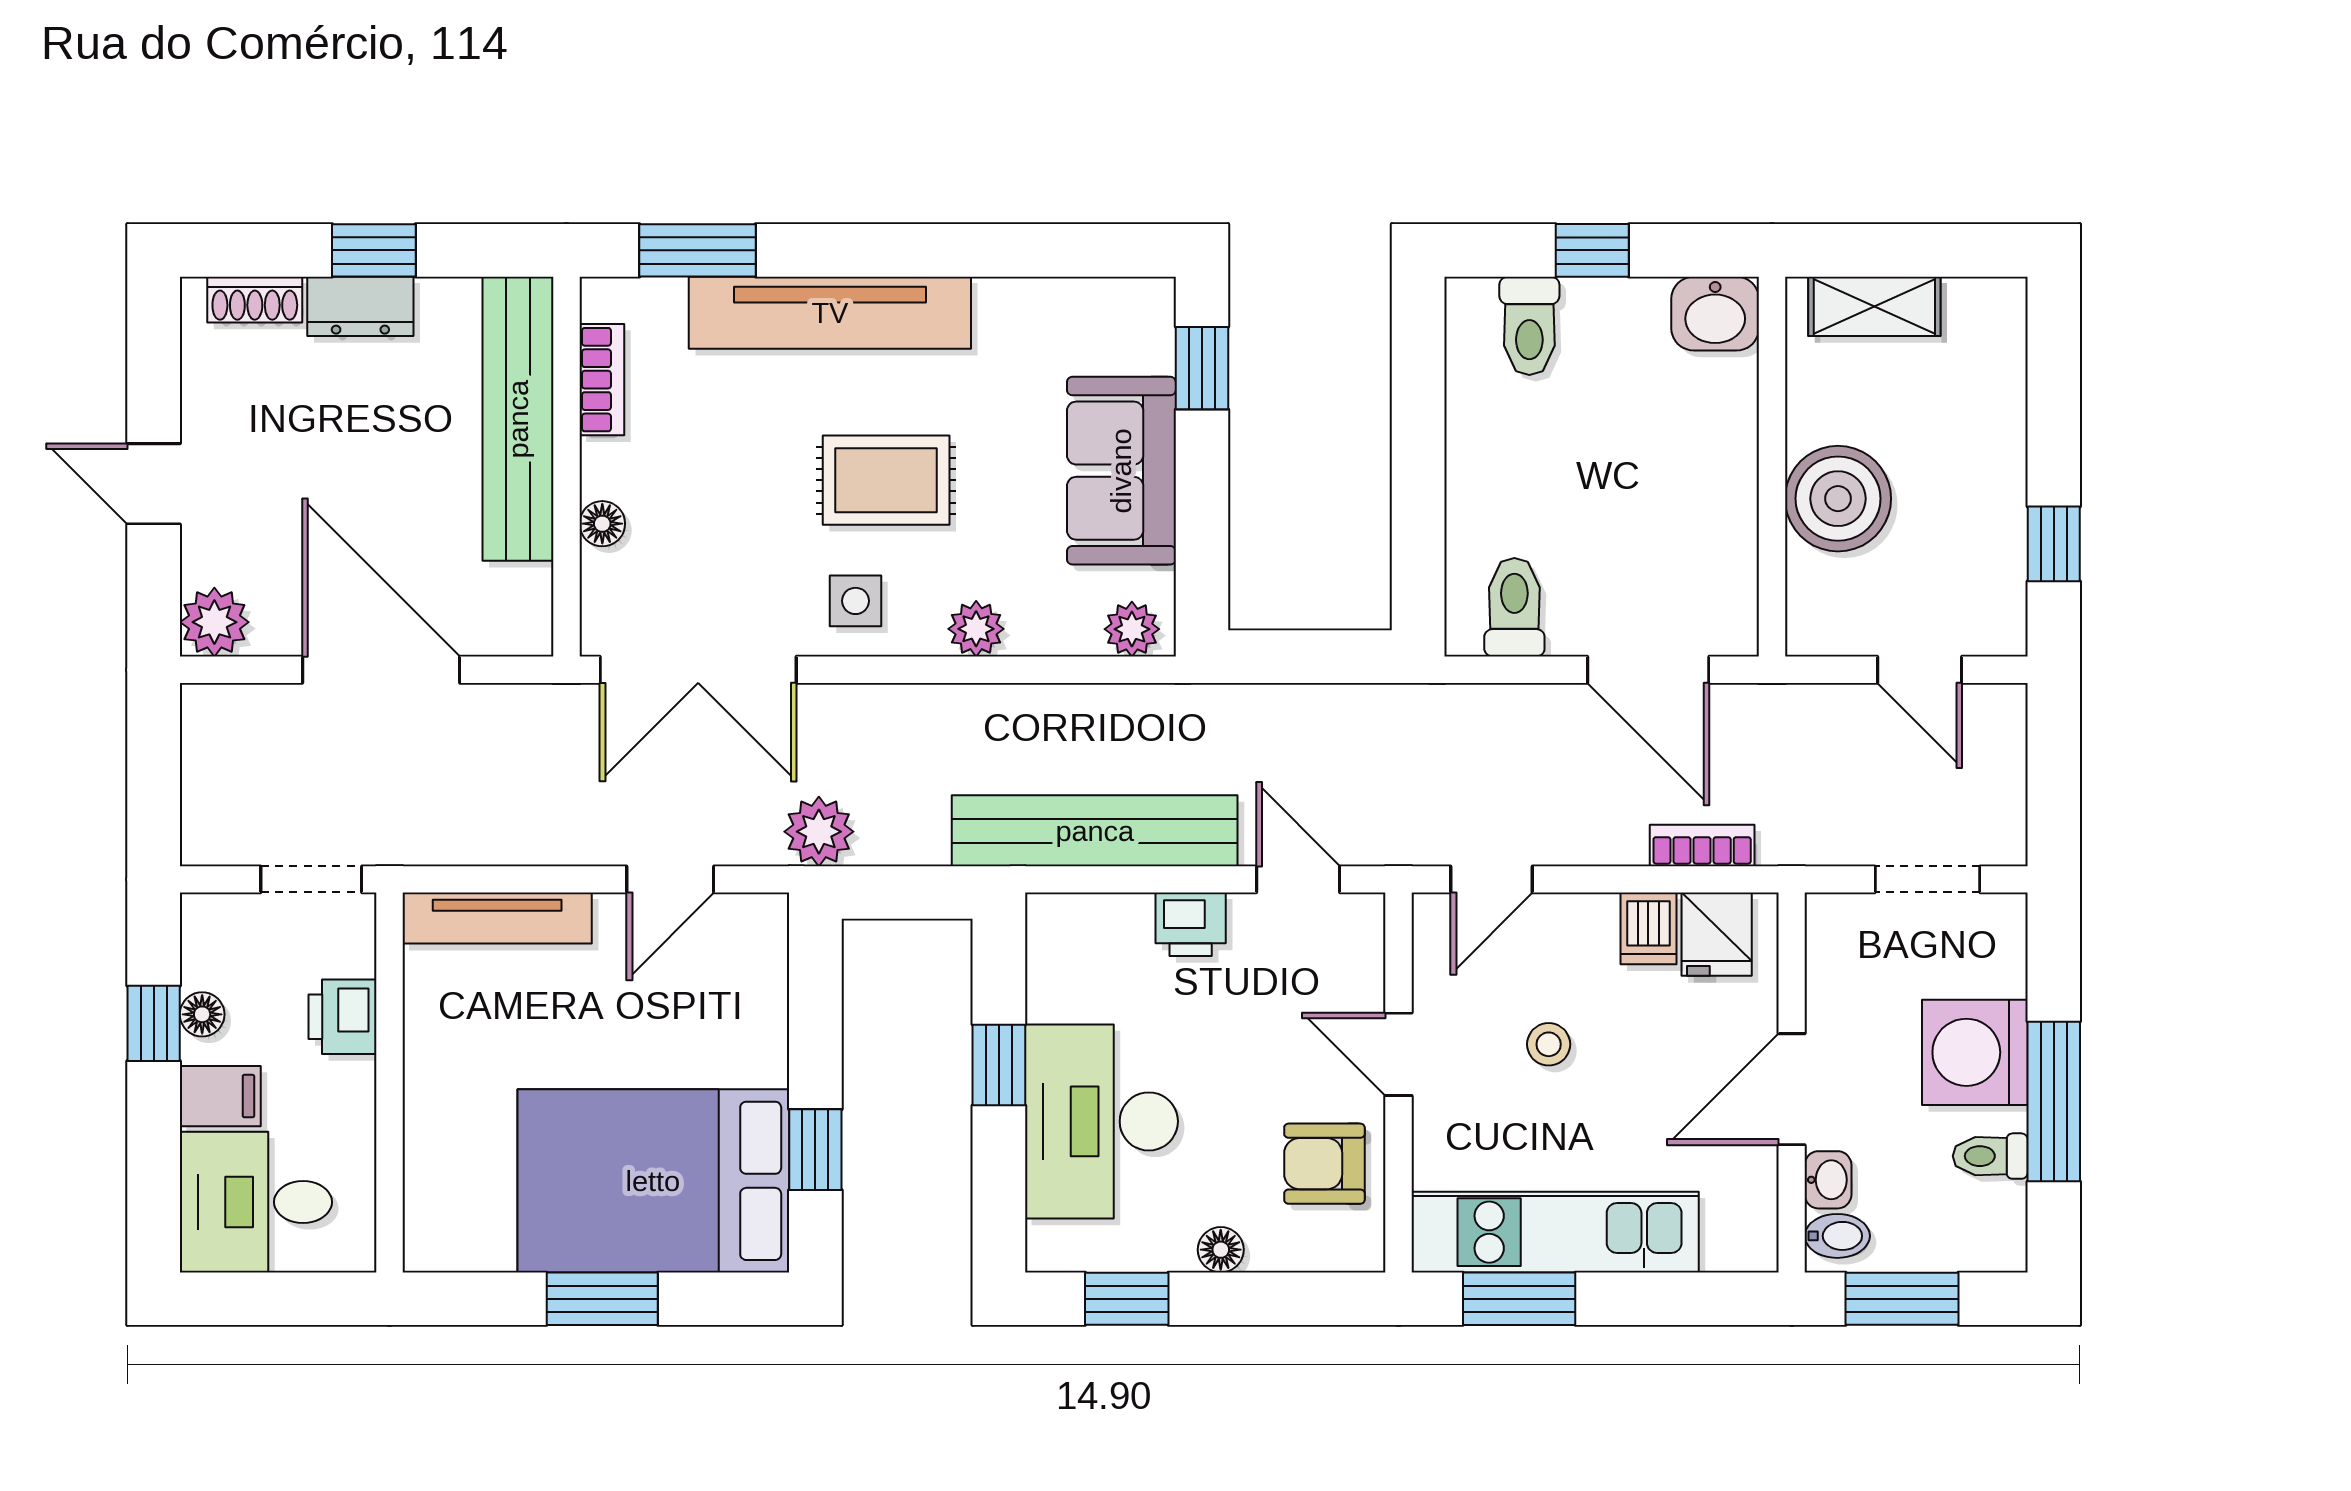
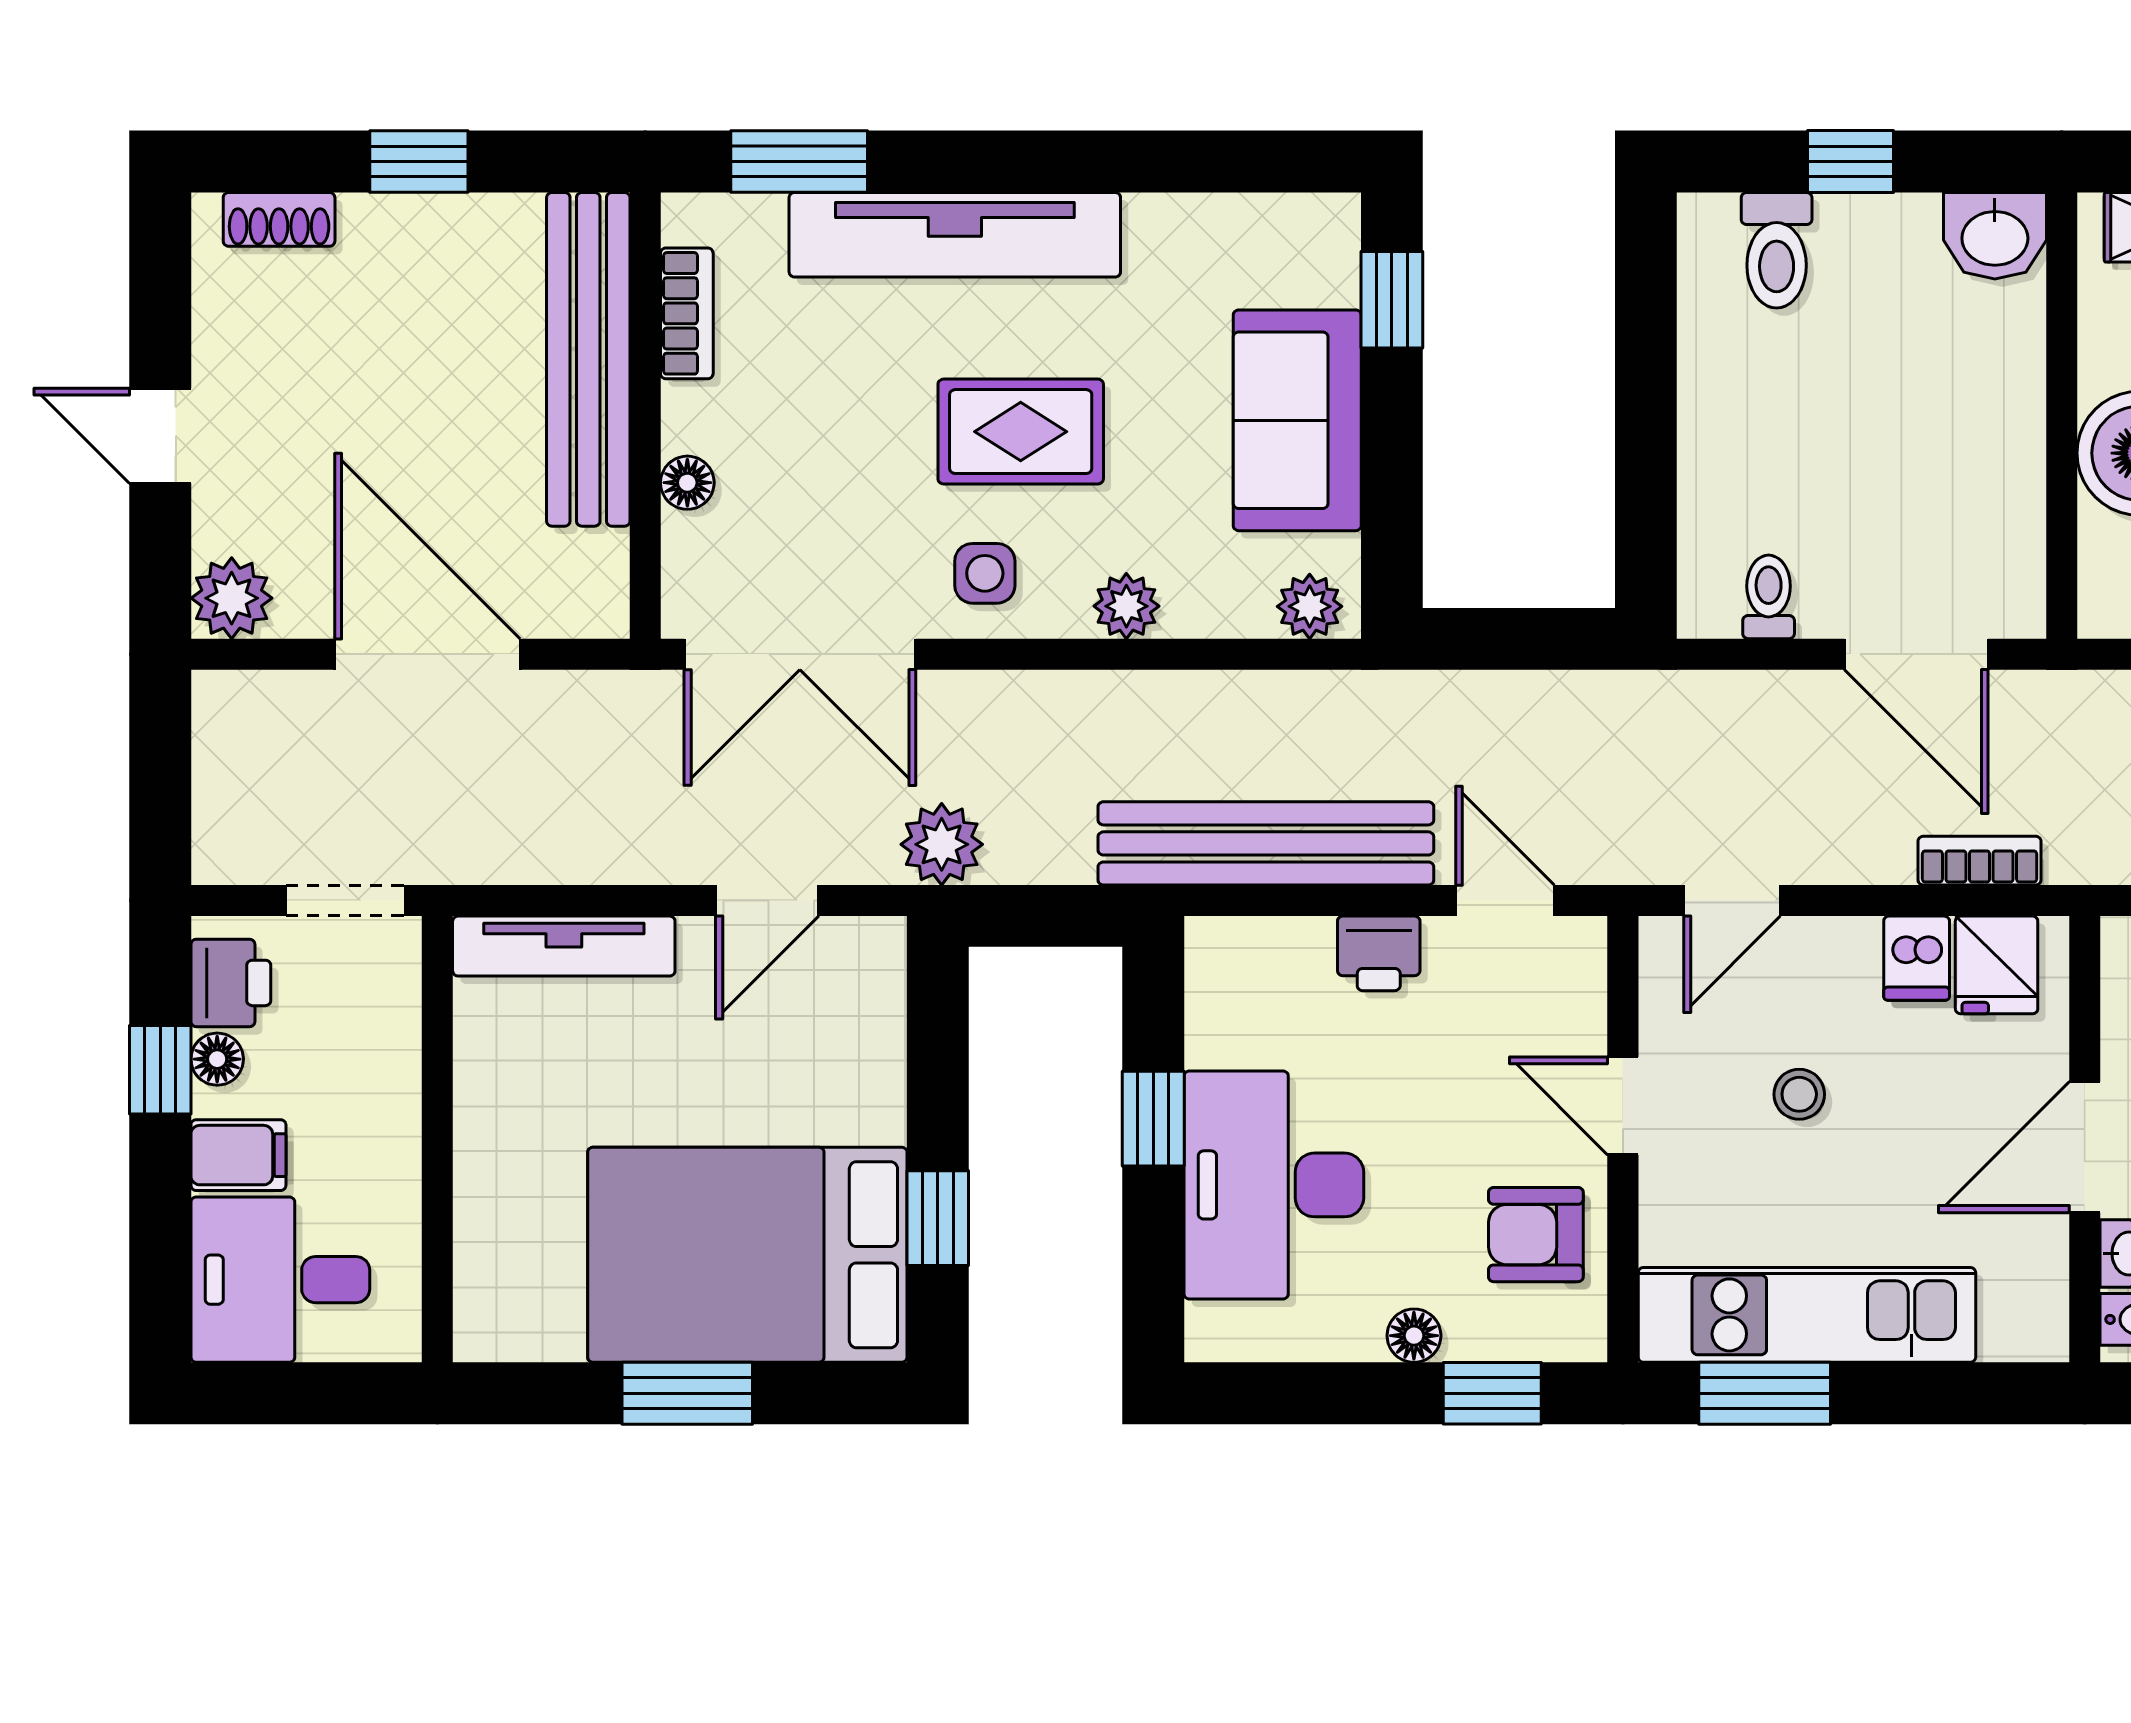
dresser: (360, 306) -> (403, 227), removed
toilet: (1514, 607) -> (1769, 597), width x0.73, depth x0.72
printer: (342, 1017) -> (231, 983), moved, turned 180
window: (1127, 1299) -> (1492, 1393), moved

